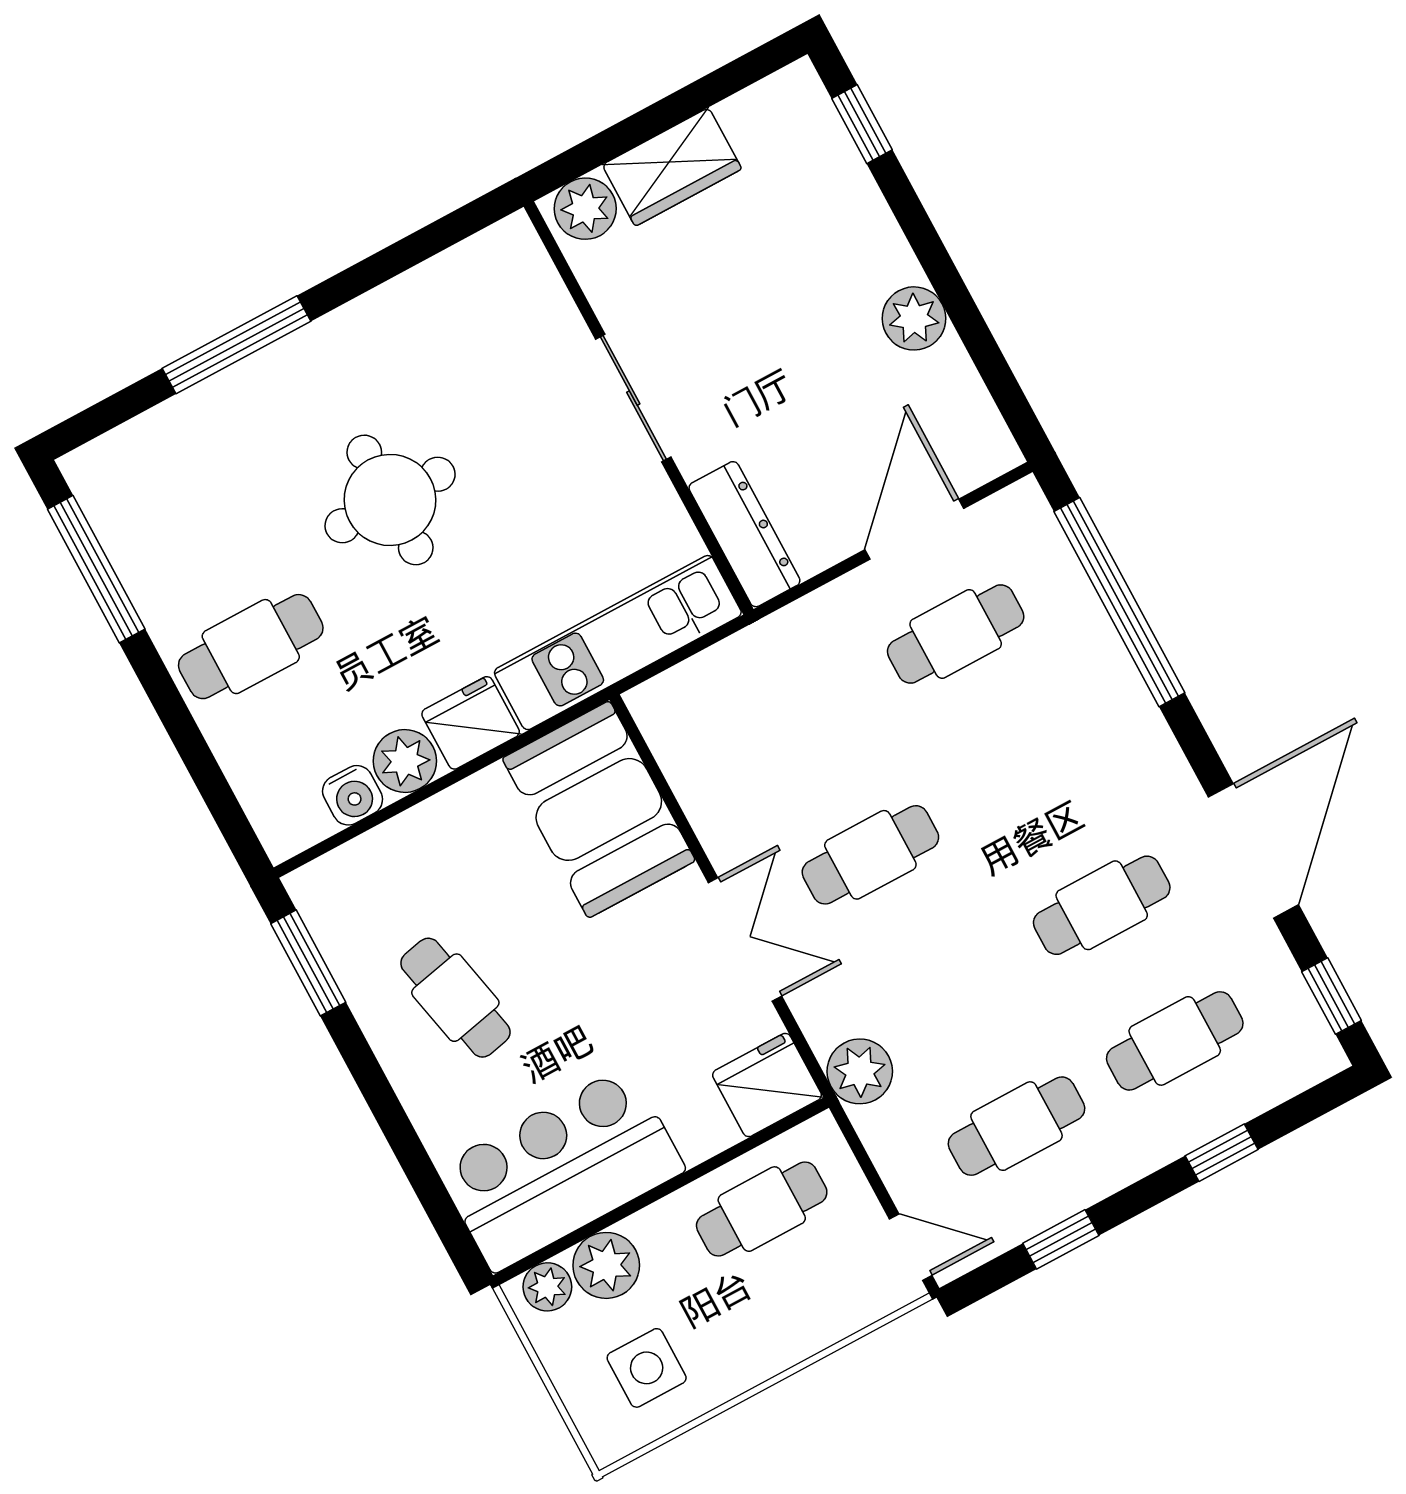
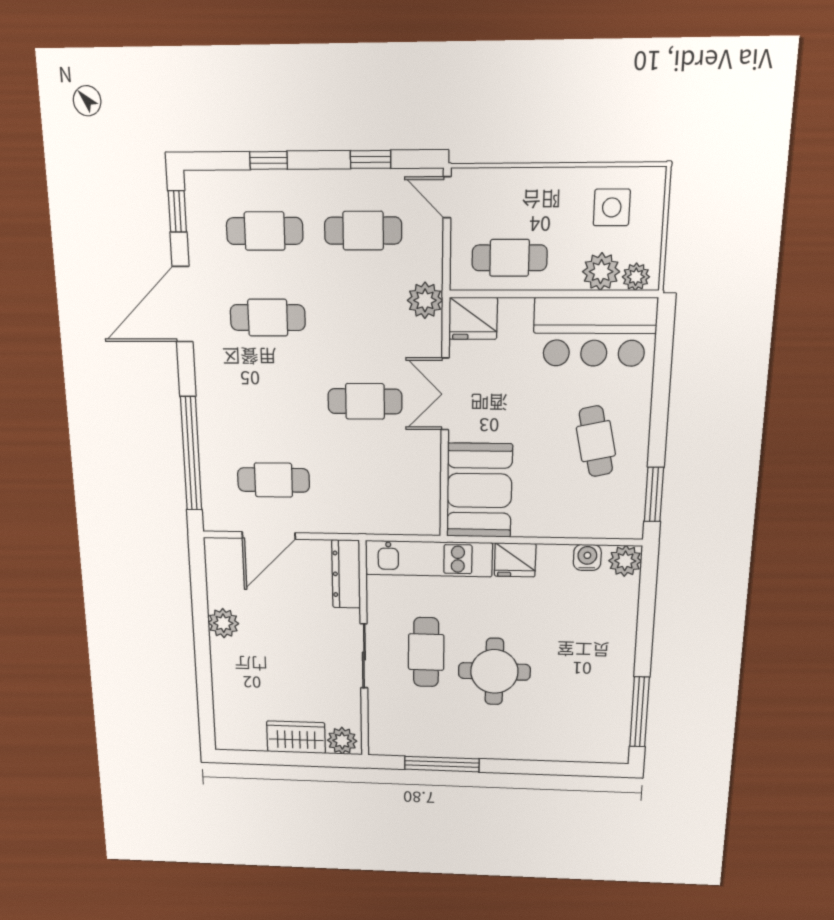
window: (862, 124) -> (206, 711), removed
window: (237, 345) -> (442, 764), moved
cafe table: (251, 647) -> (426, 652), moved, turned 90
plant: (405, 761) -> (625, 561), moved

